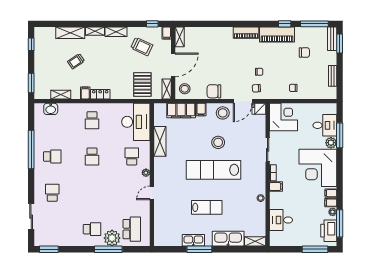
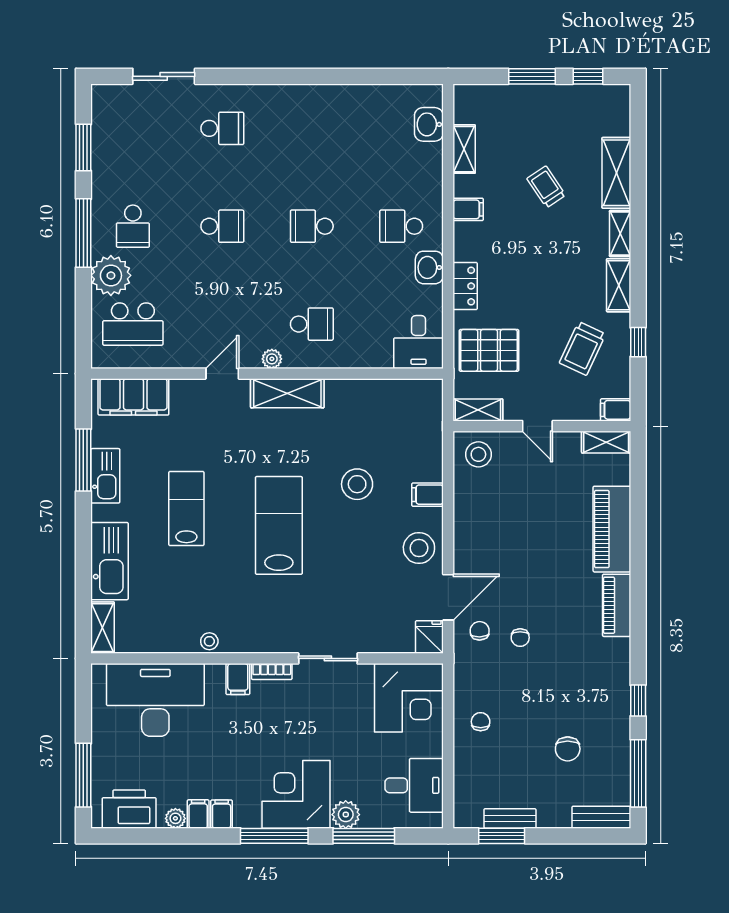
window: (152, 24) -> (638, 342), moved
piano: (277, 35) -> (612, 529), moved
window: (340, 43) -> (502, 836), moved
door: (173, 65) -> (537, 426), width x0.53
window: (31, 83) -> (532, 76), moved
chair: (214, 91) -> (472, 526), removed
locker: (100, 94) -> (465, 286), moved
door: (243, 101) -> (448, 597), swing flipped
washbasin: (109, 109) -> (429, 267), added
filing cabinet: (181, 111) -> (133, 397), moved, turned -90
desk: (136, 122) -> (419, 342), width x0.53, depth x0.77
desk: (325, 125) -> (414, 785), moved, turned -90
shelving: (160, 141) -> (287, 393), moved
stool: (218, 142) -> (357, 484), moved
window: (31, 149) -> (329, 76), removed
school desk: (52, 156) -> (222, 226), moved, turned -90
corner desk: (318, 168) -> (296, 794), width x0.74, depth x0.74
lab bench: (214, 170) -> (279, 525), width x0.73
door: (152, 193) -> (222, 374), hinge flipped
lab bench: (207, 207) -> (186, 508), turned 180
desk: (281, 220) -> (155, 700), width x1.87, depth x1.30
window: (340, 223) -> (274, 836), moved
window: (49, 249) -> (83, 148), moved
window: (108, 249) -> (83, 233), moved
window: (199, 249) -> (83, 460), moved

